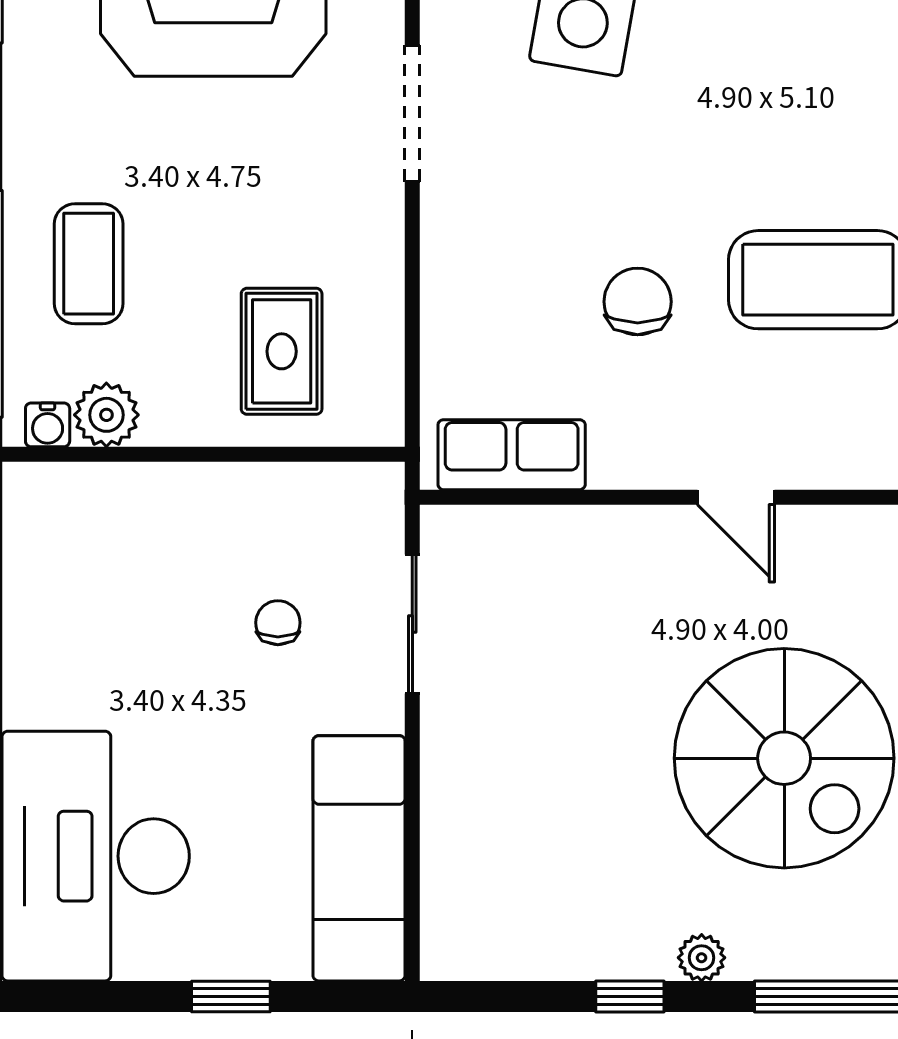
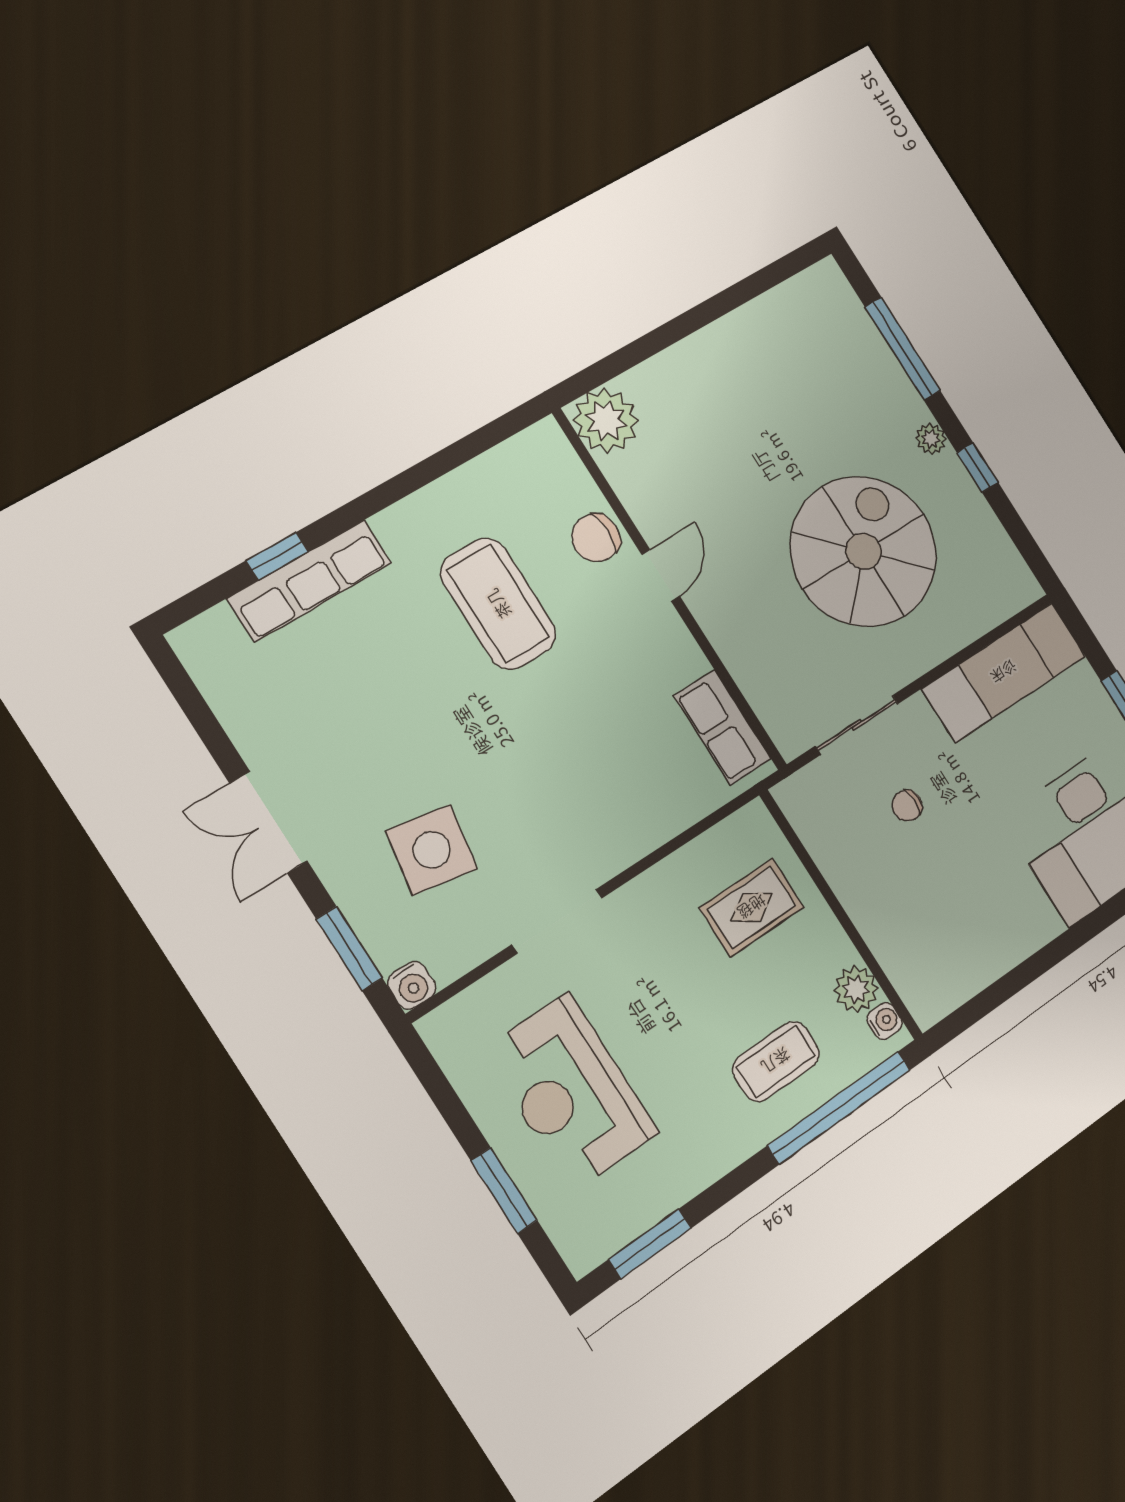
chair: (638, 302) -> (596, 538), moved
spiral stairs: (784, 758) -> (864, 551), moved

